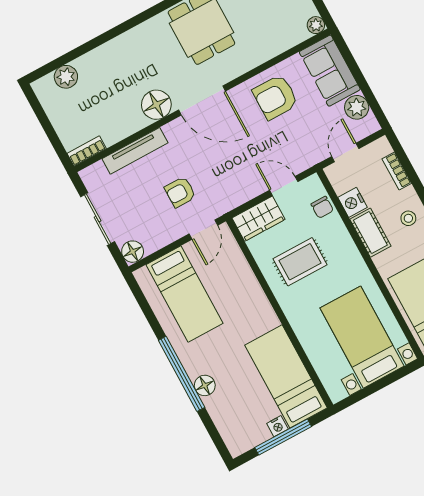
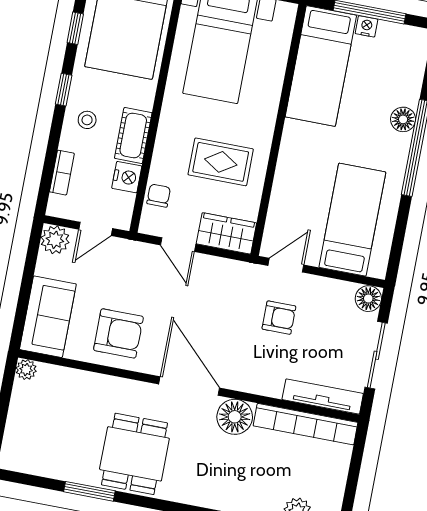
plant: (357, 107) -> (55, 240), moved
bookcase: (87, 151) -> (306, 424), width x2.31, depth x1.31
tv unit: (135, 151) -> (323, 397), moved

